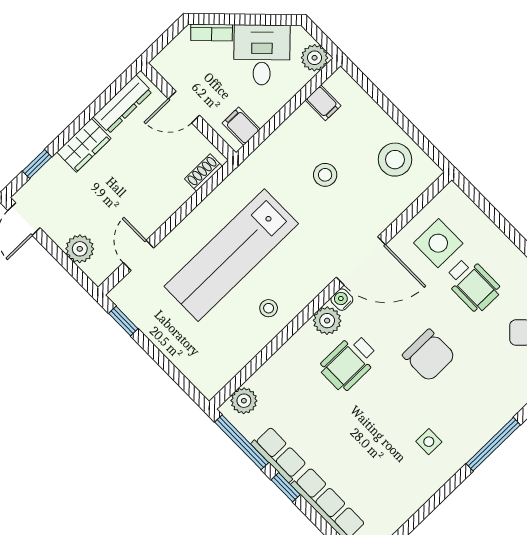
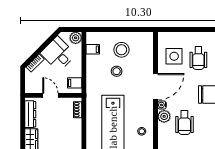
door: (184, 107) -> (50, 95), swing flipped
stool: (395, 160) -> (121, 50), moved
wheelchair: (473, 285) -> (198, 58), turned 90

